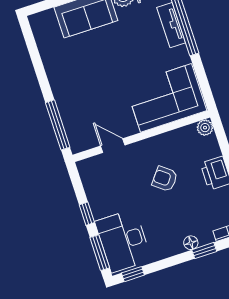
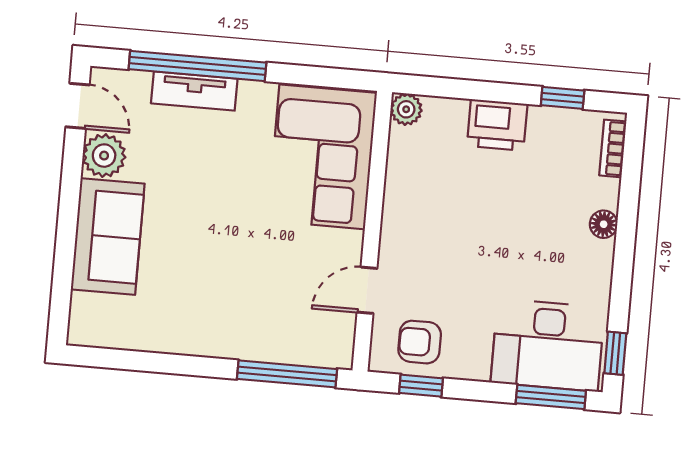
armchair: (165, 179) -> (420, 342), moved, turned 52
window: (87, 214) -> (421, 386), moved
window: (204, 251) -> (628, 206), removed

